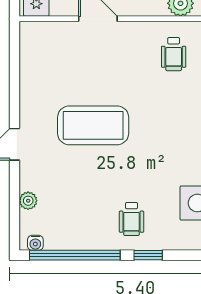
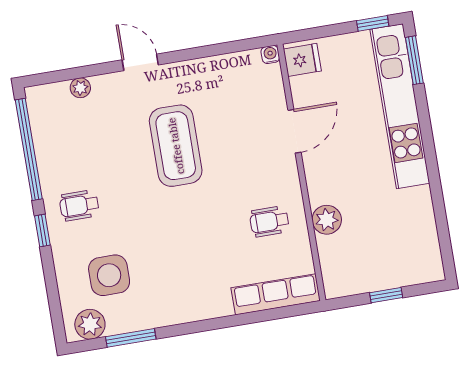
water cooler: (35, 243) -> (270, 55), moved, turned 90

